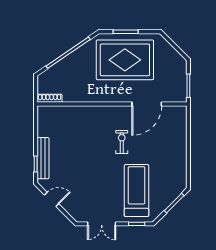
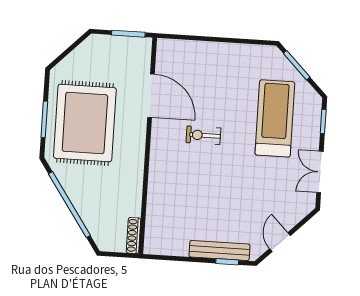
treadmill: (137, 190) -> (275, 118), turned 90
double door: (102, 224) -> (320, 172), swing flipped

